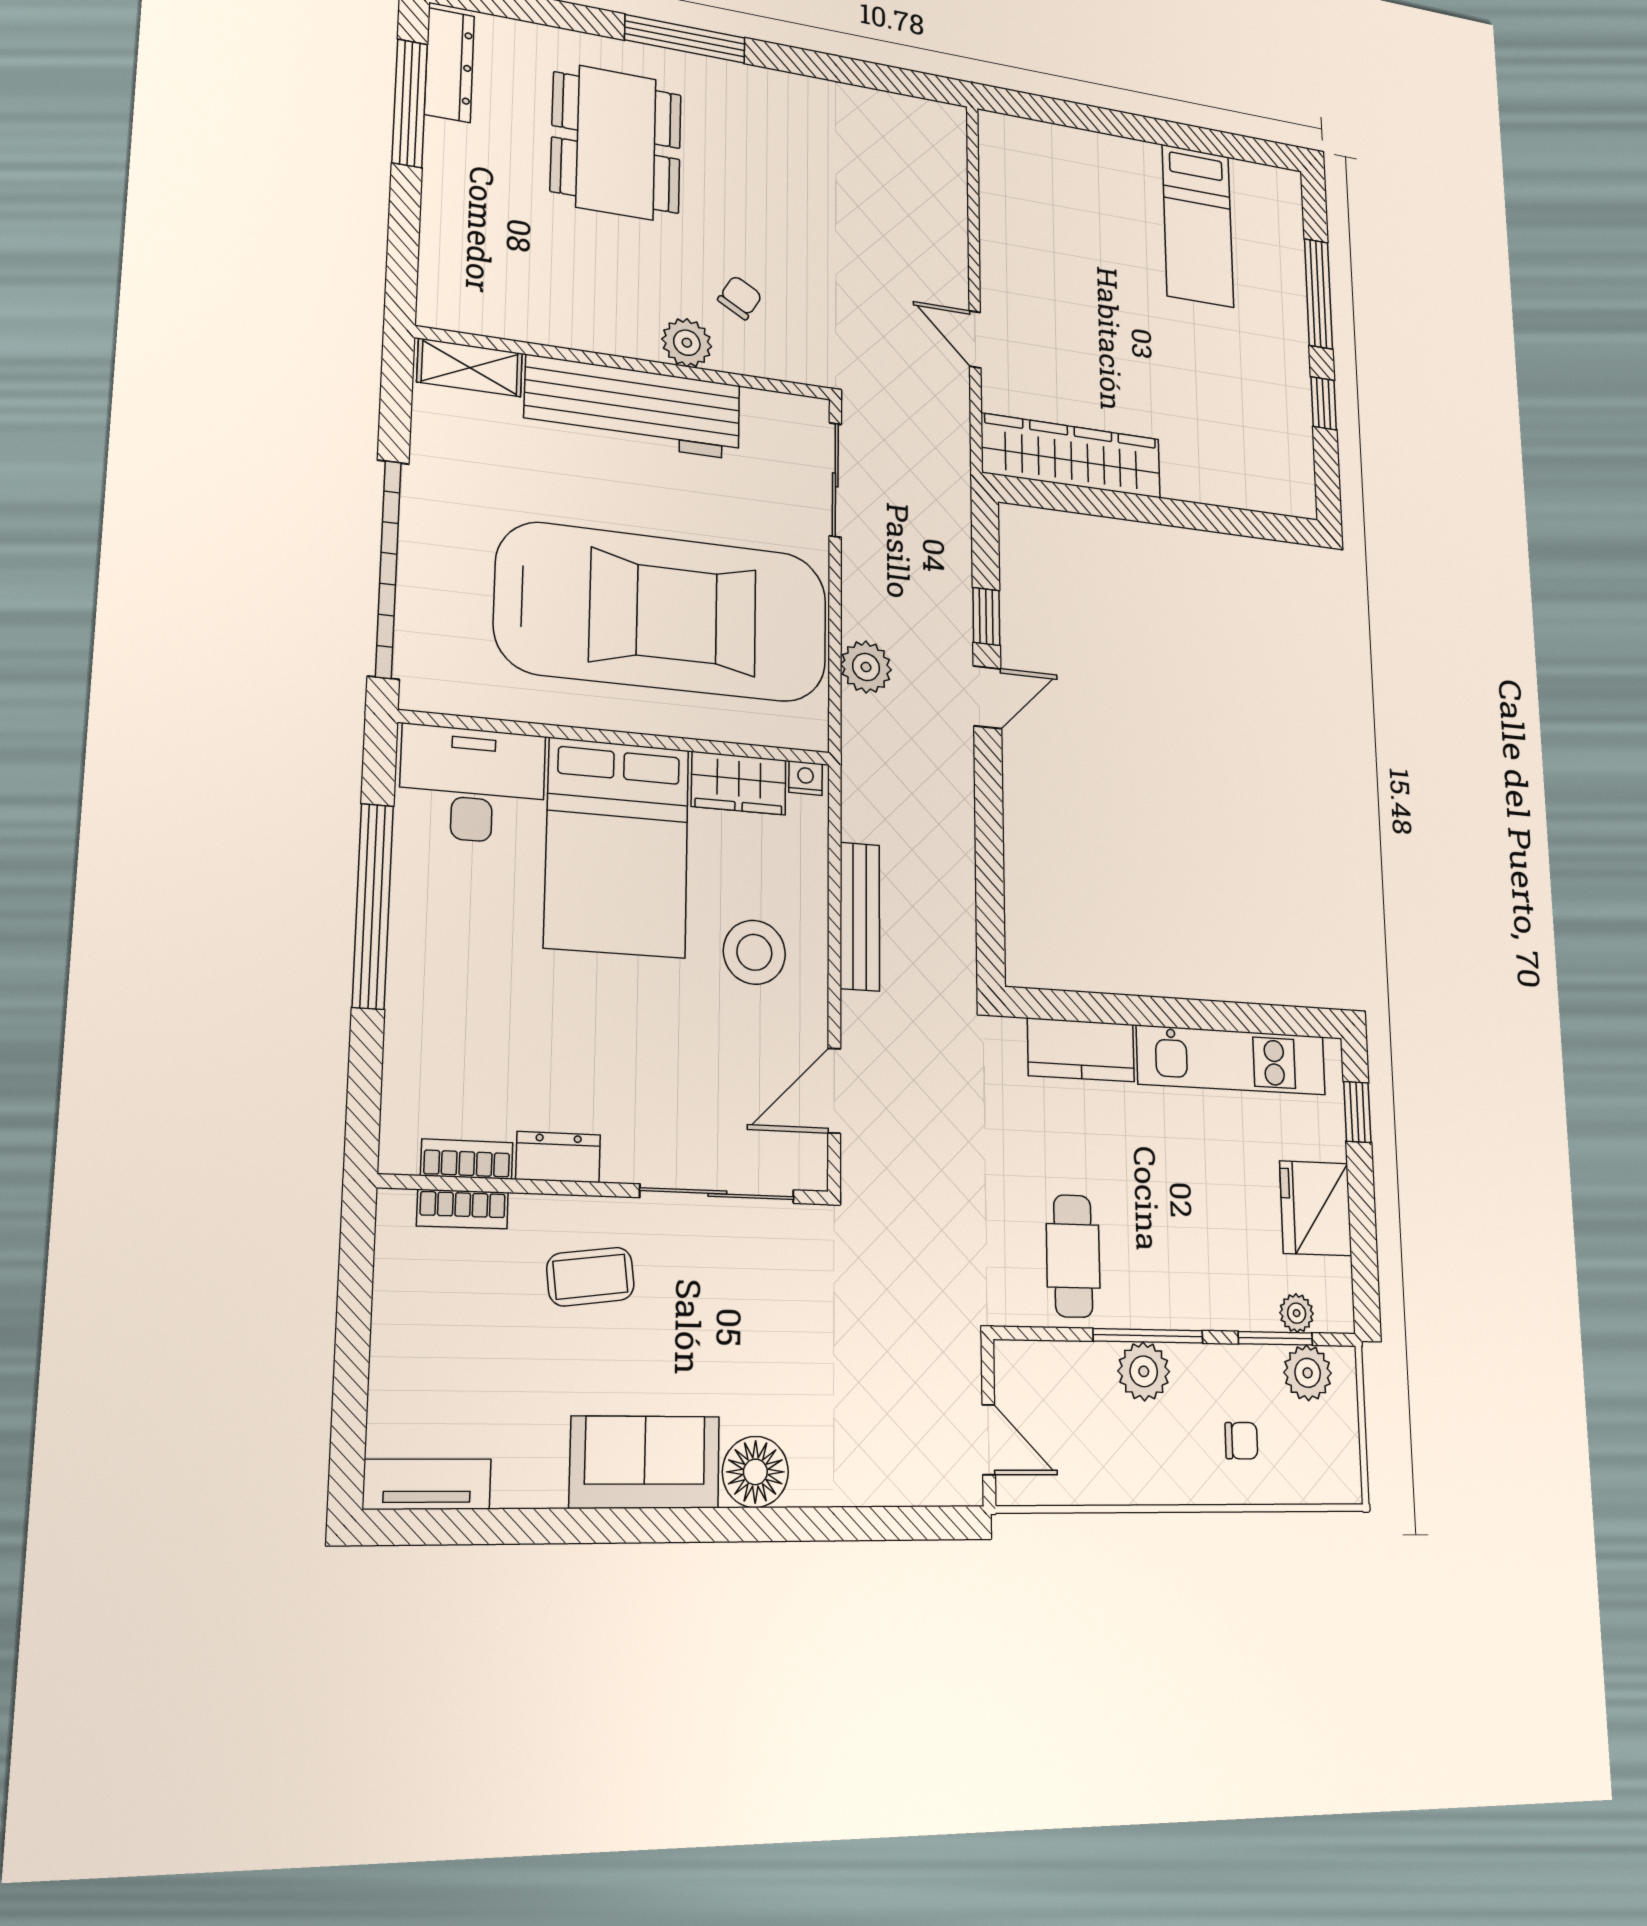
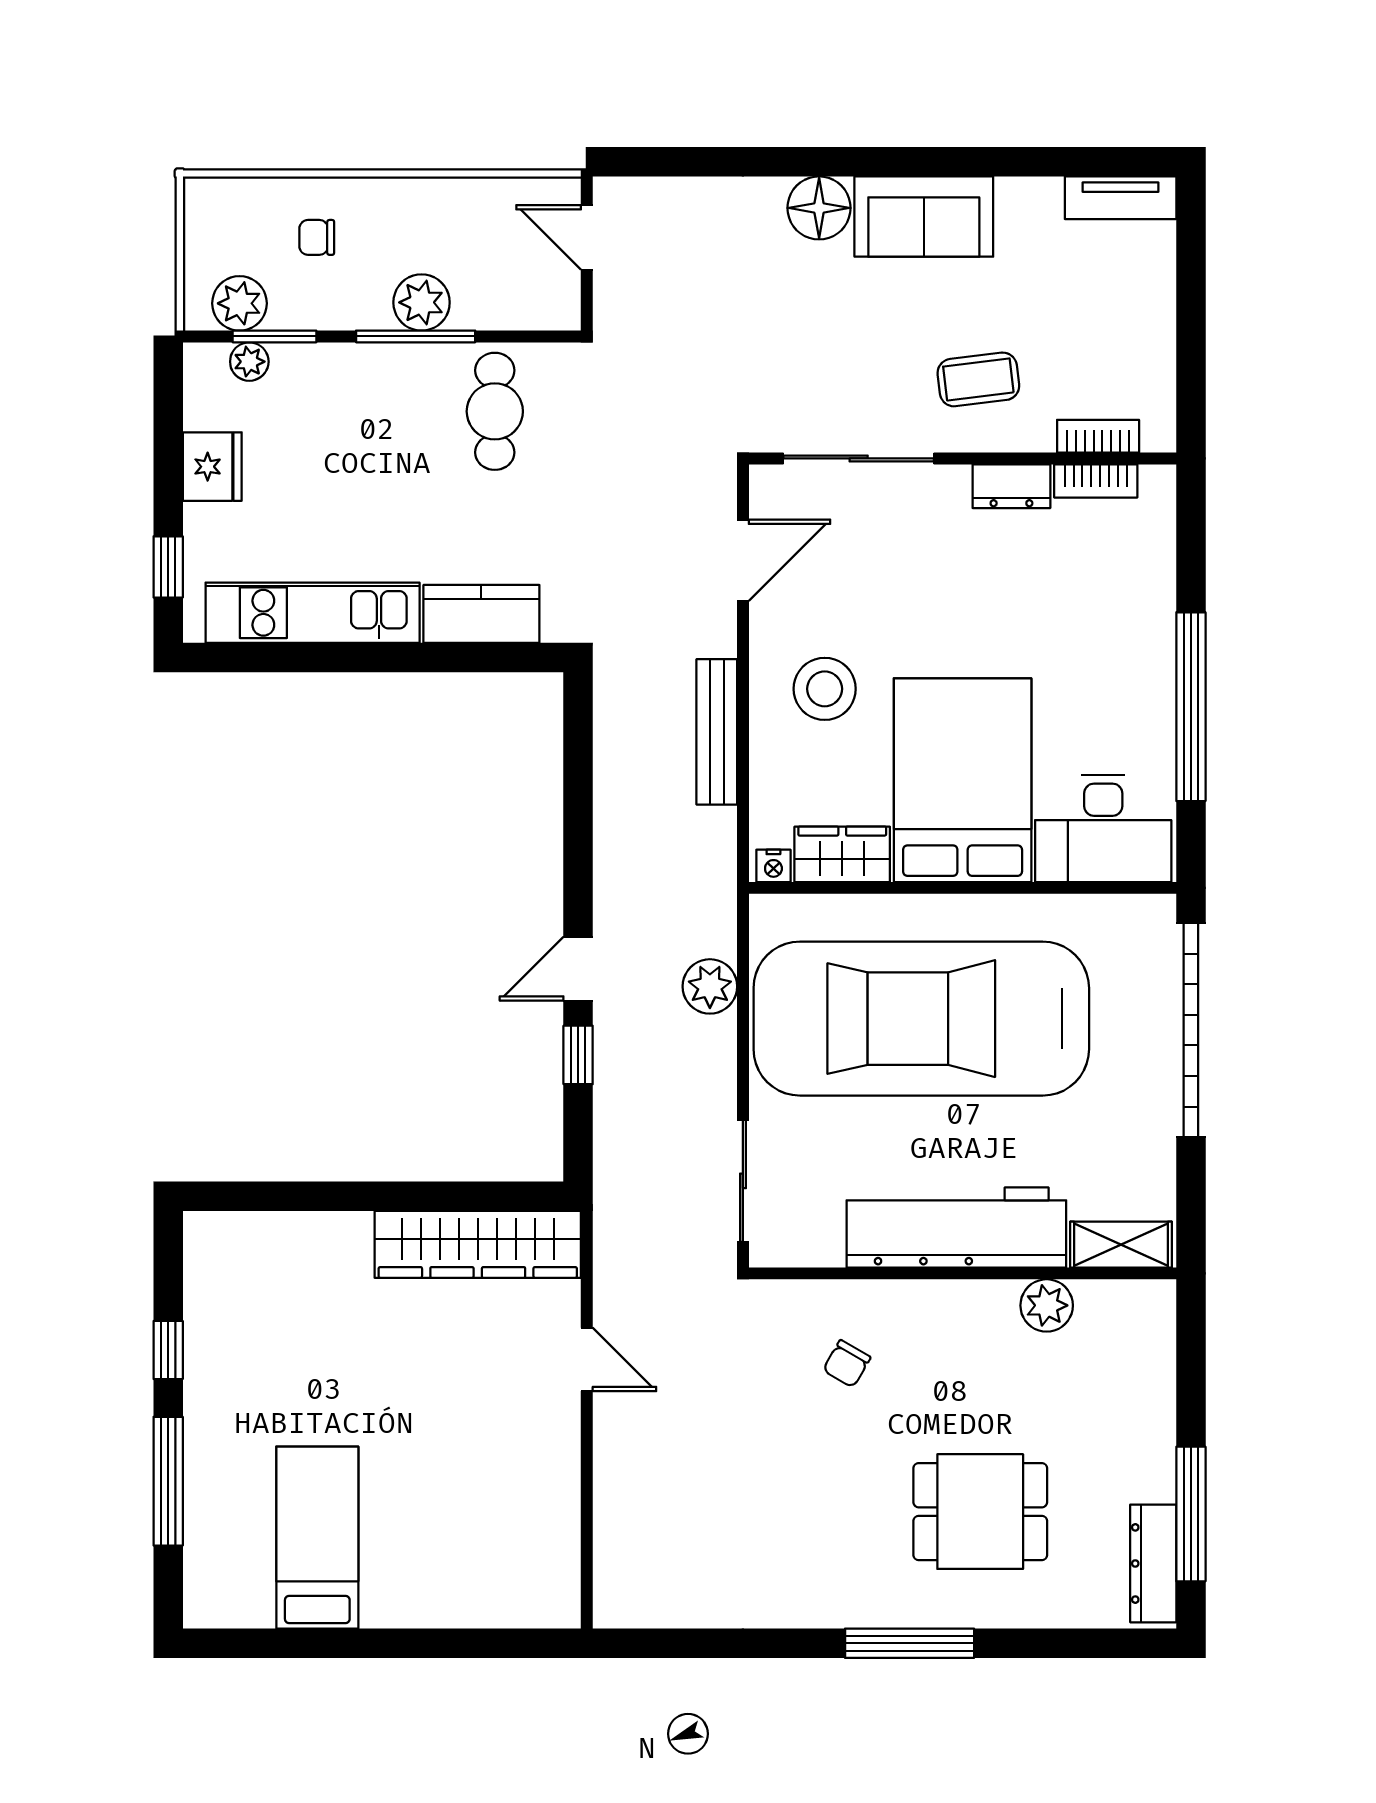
dining table: (616, 143) -> (980, 1512), width x0.73
plant: (687, 343) -> (1047, 1305), moved
fridge: (1316, 1208) -> (212, 467), width x0.73, depth x0.75

